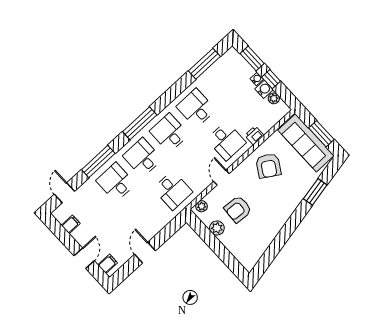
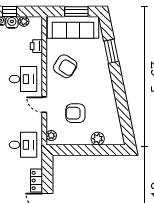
printer: (254, 135) -> (36, 46), moved
armchair: (238, 209) -> (75, 113), turned 86
locker: (154, 228) -> (37, 181), added
plant: (217, 228) -> (98, 139), moved

